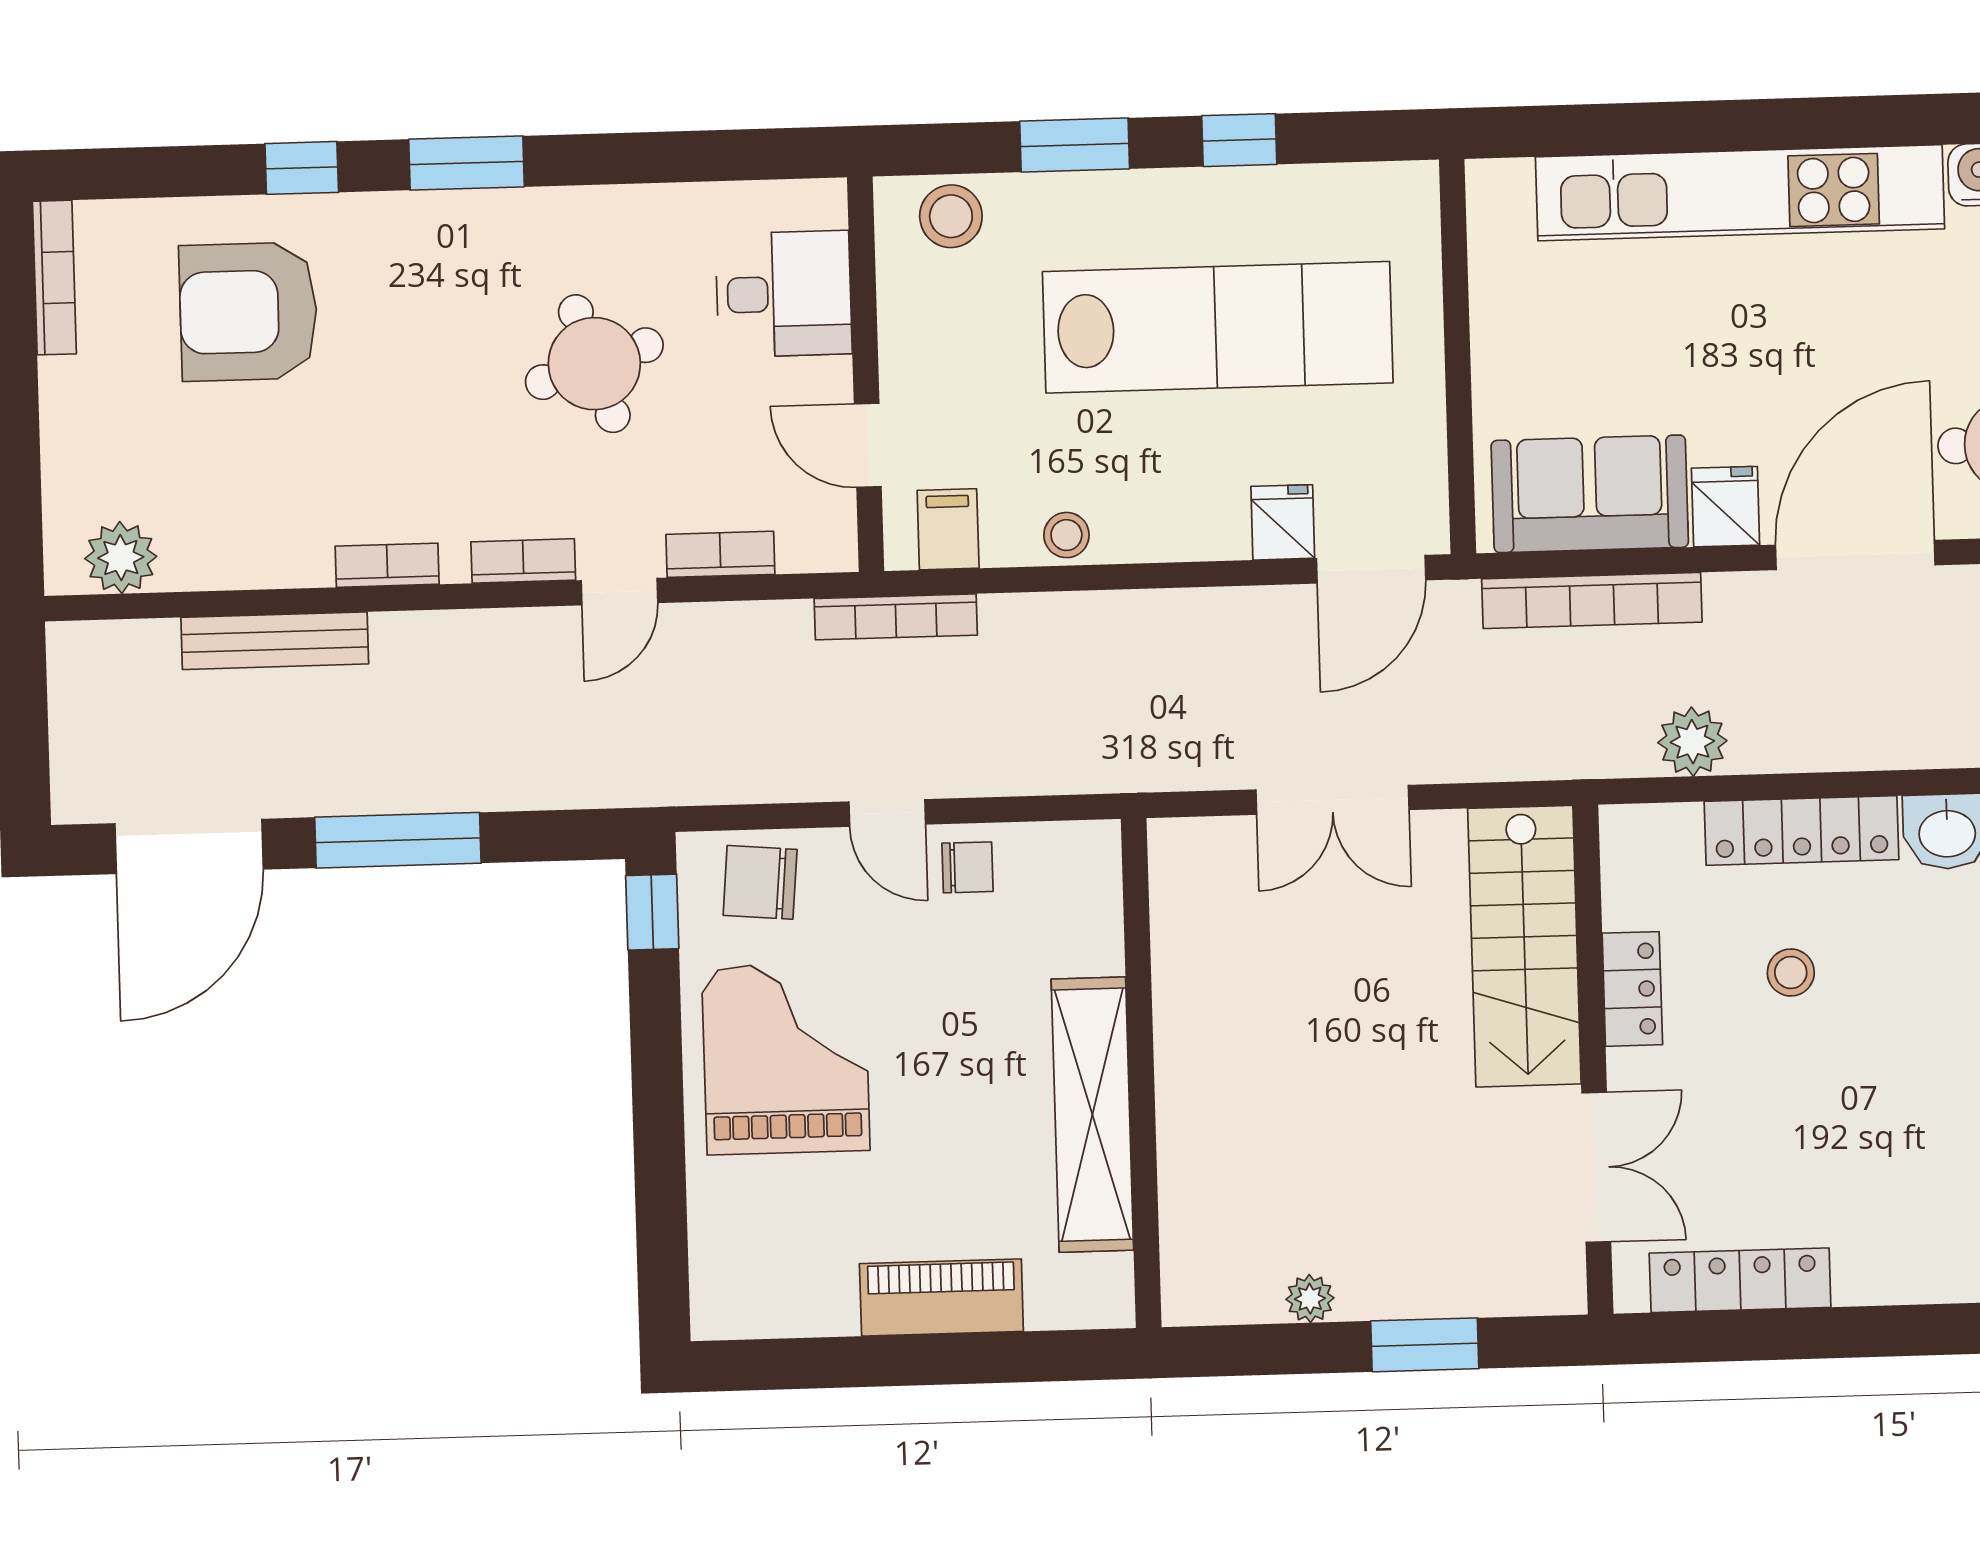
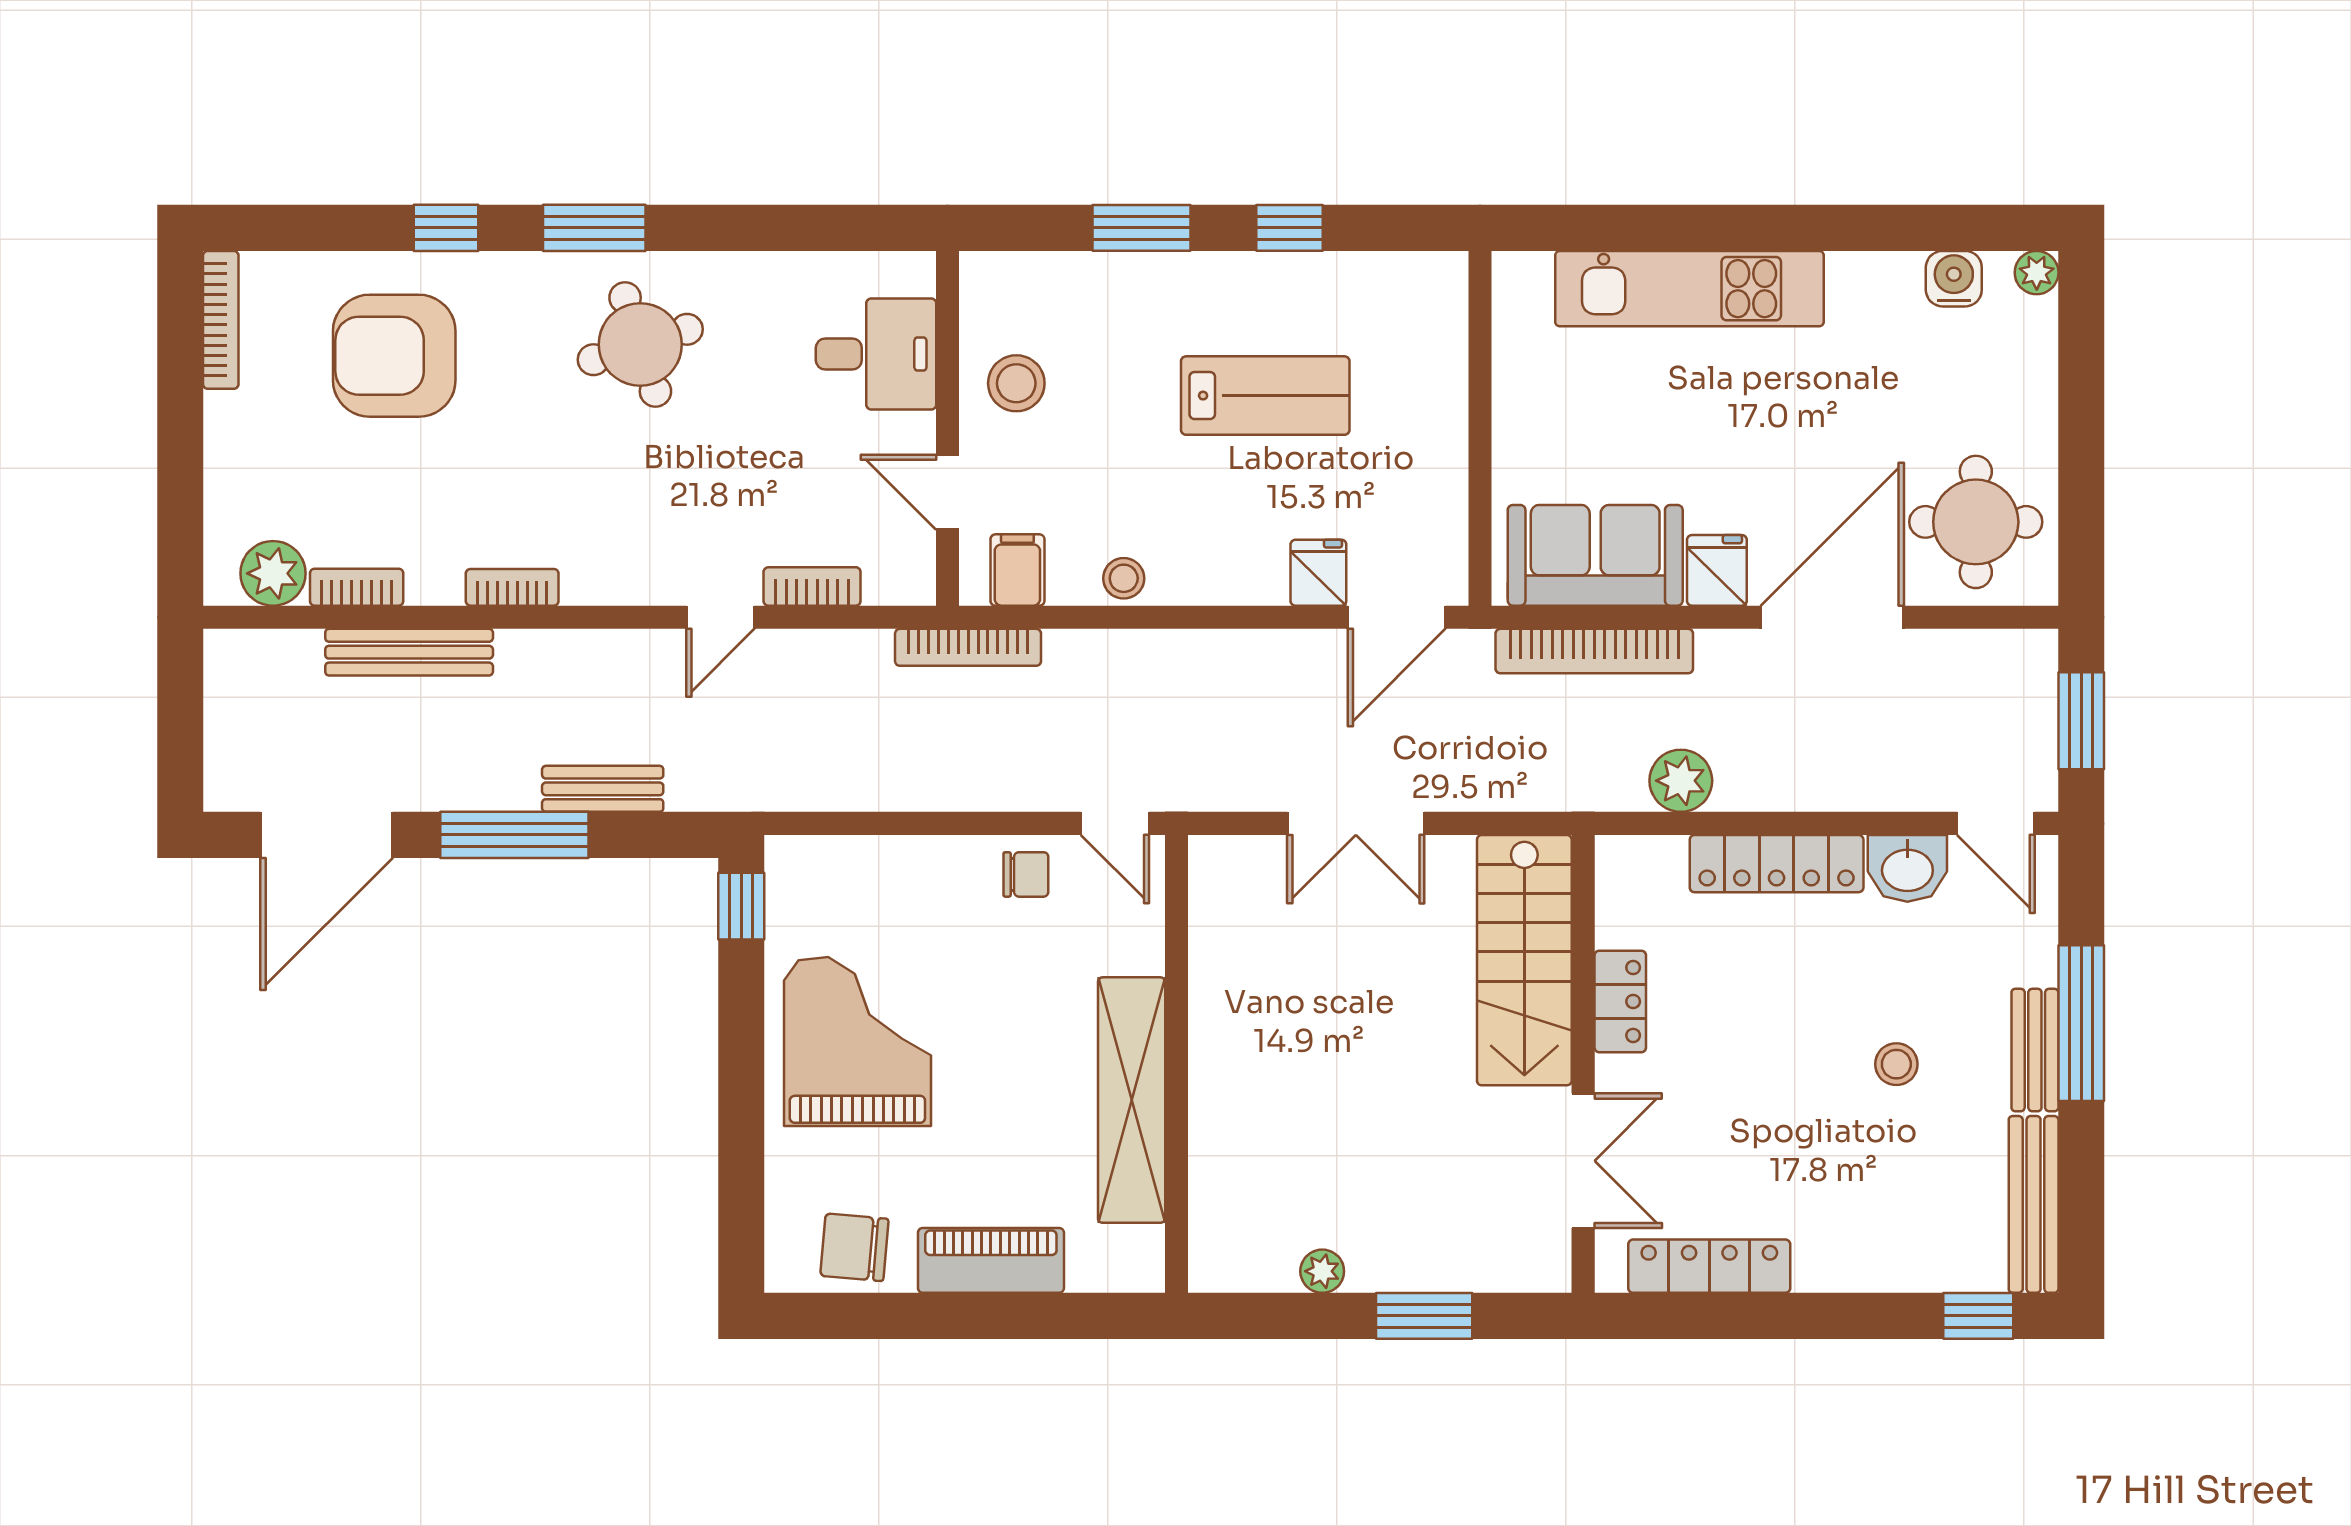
kitchen unit: (1740, 193) -> (1689, 289), width x0.73
stool: (951, 216) -> (1016, 383), moved
lab bench: (1218, 327) -> (1265, 396), width x0.54, depth x0.72
round table: (594, 364) -> (640, 344), moved
bookcase: (523, 561) -> (357, 587), moved
bench: (494, 786) -> (603, 789), added
door: (887, 813) -> (1115, 823), moved
chair: (760, 882) -> (854, 1247), moved
stool: (1791, 973) -> (1896, 1064), moved

